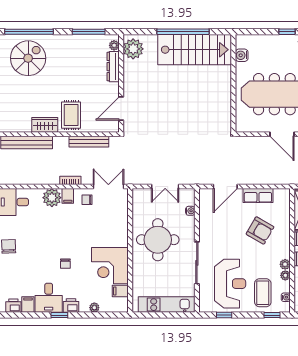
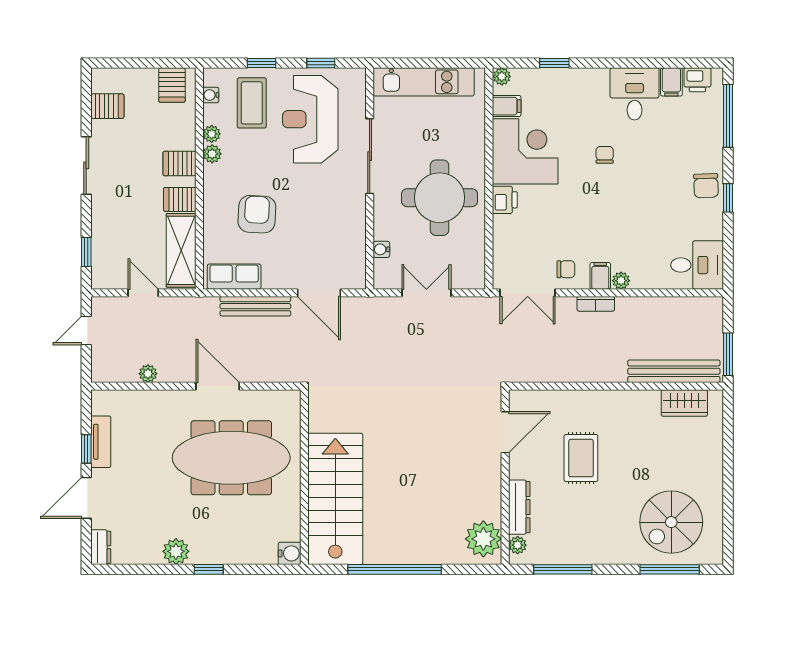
window: (29, 32) -> (670, 569), width x0.68
stairs: (195, 50) -> (335, 499), moved, turned 90
water cooler: (242, 55) -> (290, 553), moved
rug: (71, 115) -> (581, 458), moved
wardrobe: (45, 125) -> (684, 403), moved
bench: (89, 142) -> (255, 306), moved
door: (225, 186) -> (319, 293), swing flipped
row of seats: (258, 196) -> (234, 277), moved
plant: (52, 198) -> (621, 281), width x0.53, depth x0.53
armchair: (260, 230) -> (257, 214), turned 63
printer: (71, 306) -> (505, 200), moved, turned -90
plant: (94, 308) -> (502, 76), moved
window: (59, 315) -> (554, 63), moved
window: (272, 315) -> (262, 63), moved

